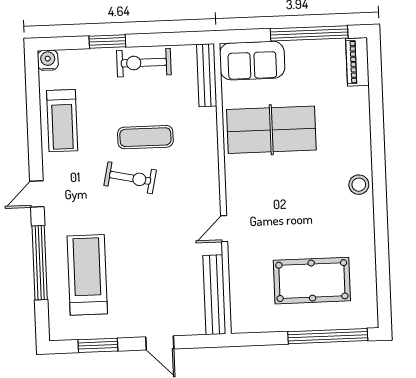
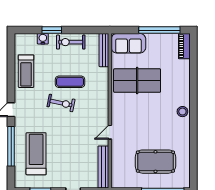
water cooler: (48, 60) -> (43, 39), moved

